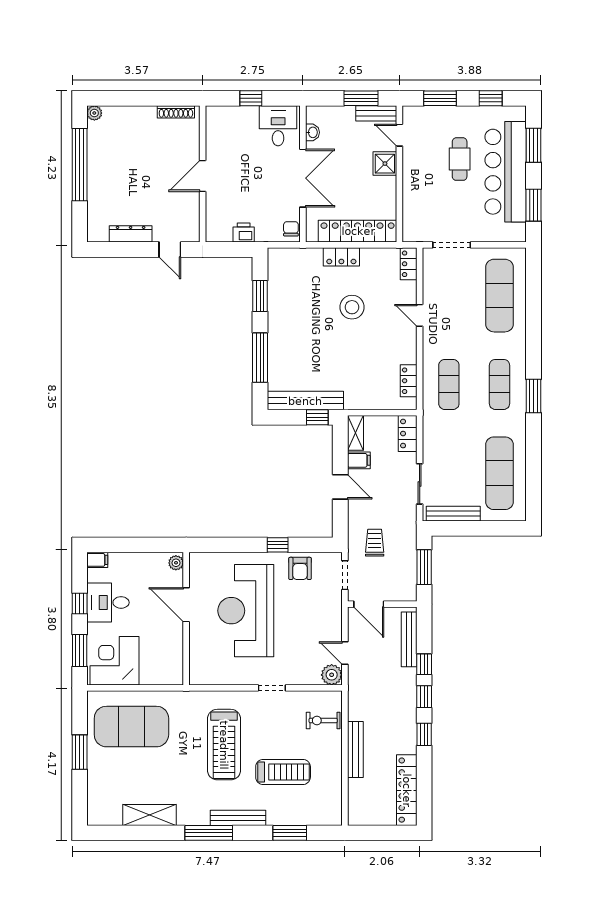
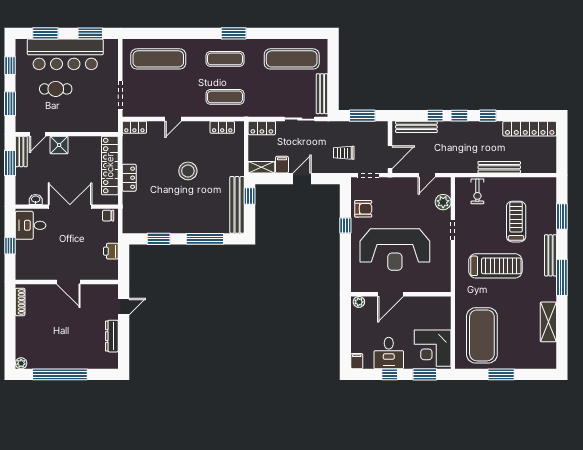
stool: (352, 307) -> (188, 171), moved
plant: (332, 675) -> (443, 202), moved

